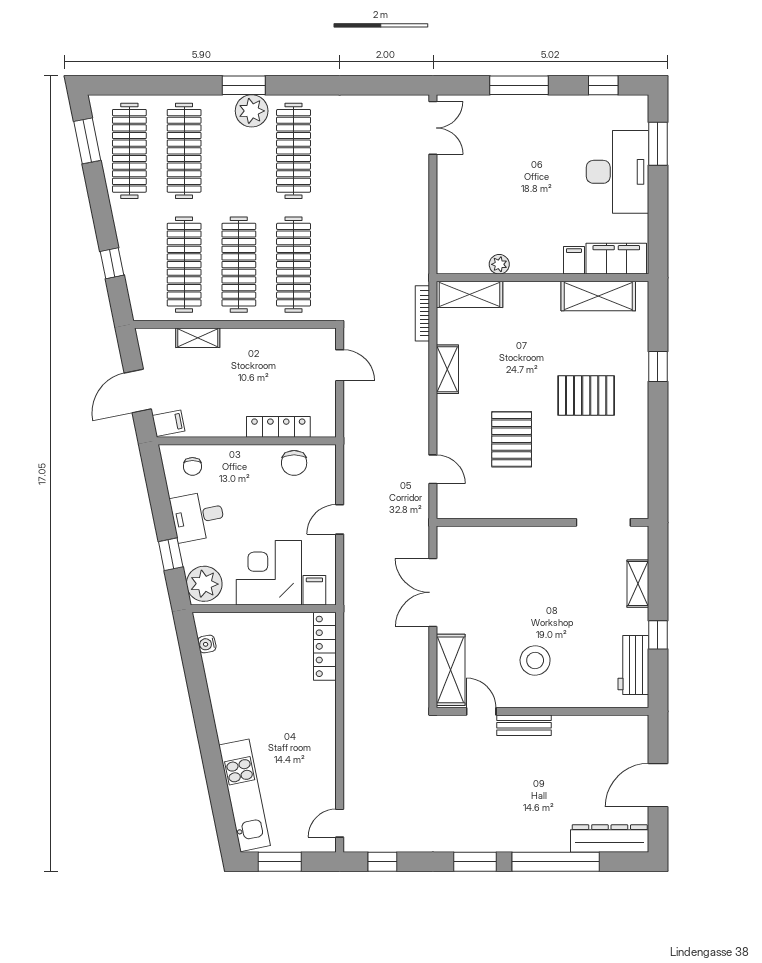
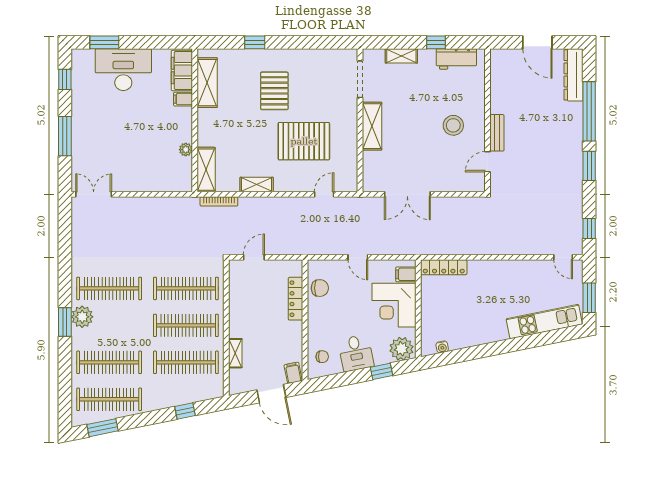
pallet: (512, 439) -> (304, 141), width x1.37, depth x1.41
shelving: (451, 670) -> (372, 126), moved, turned 90

